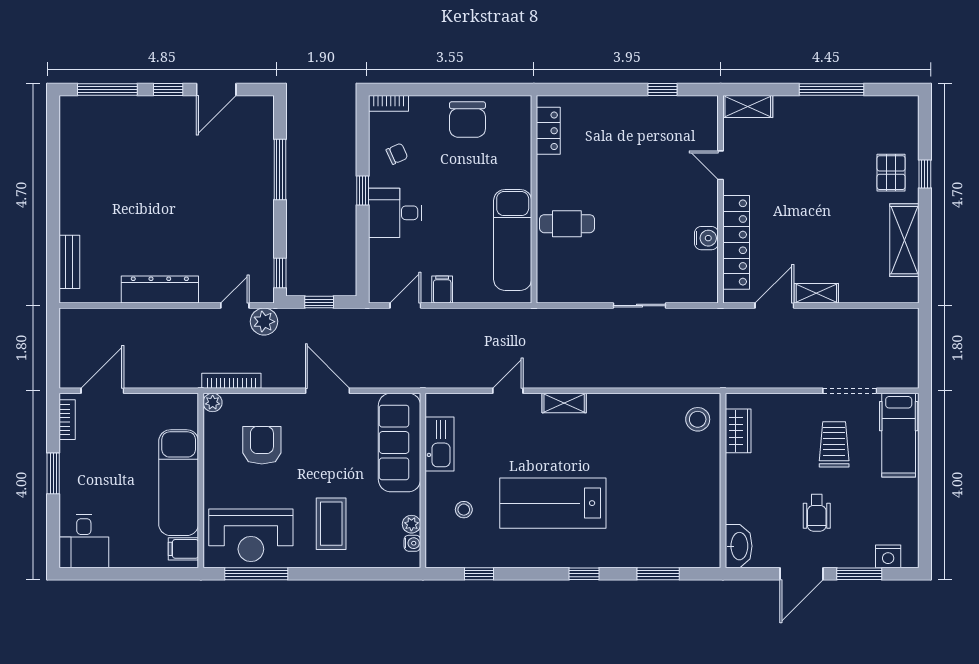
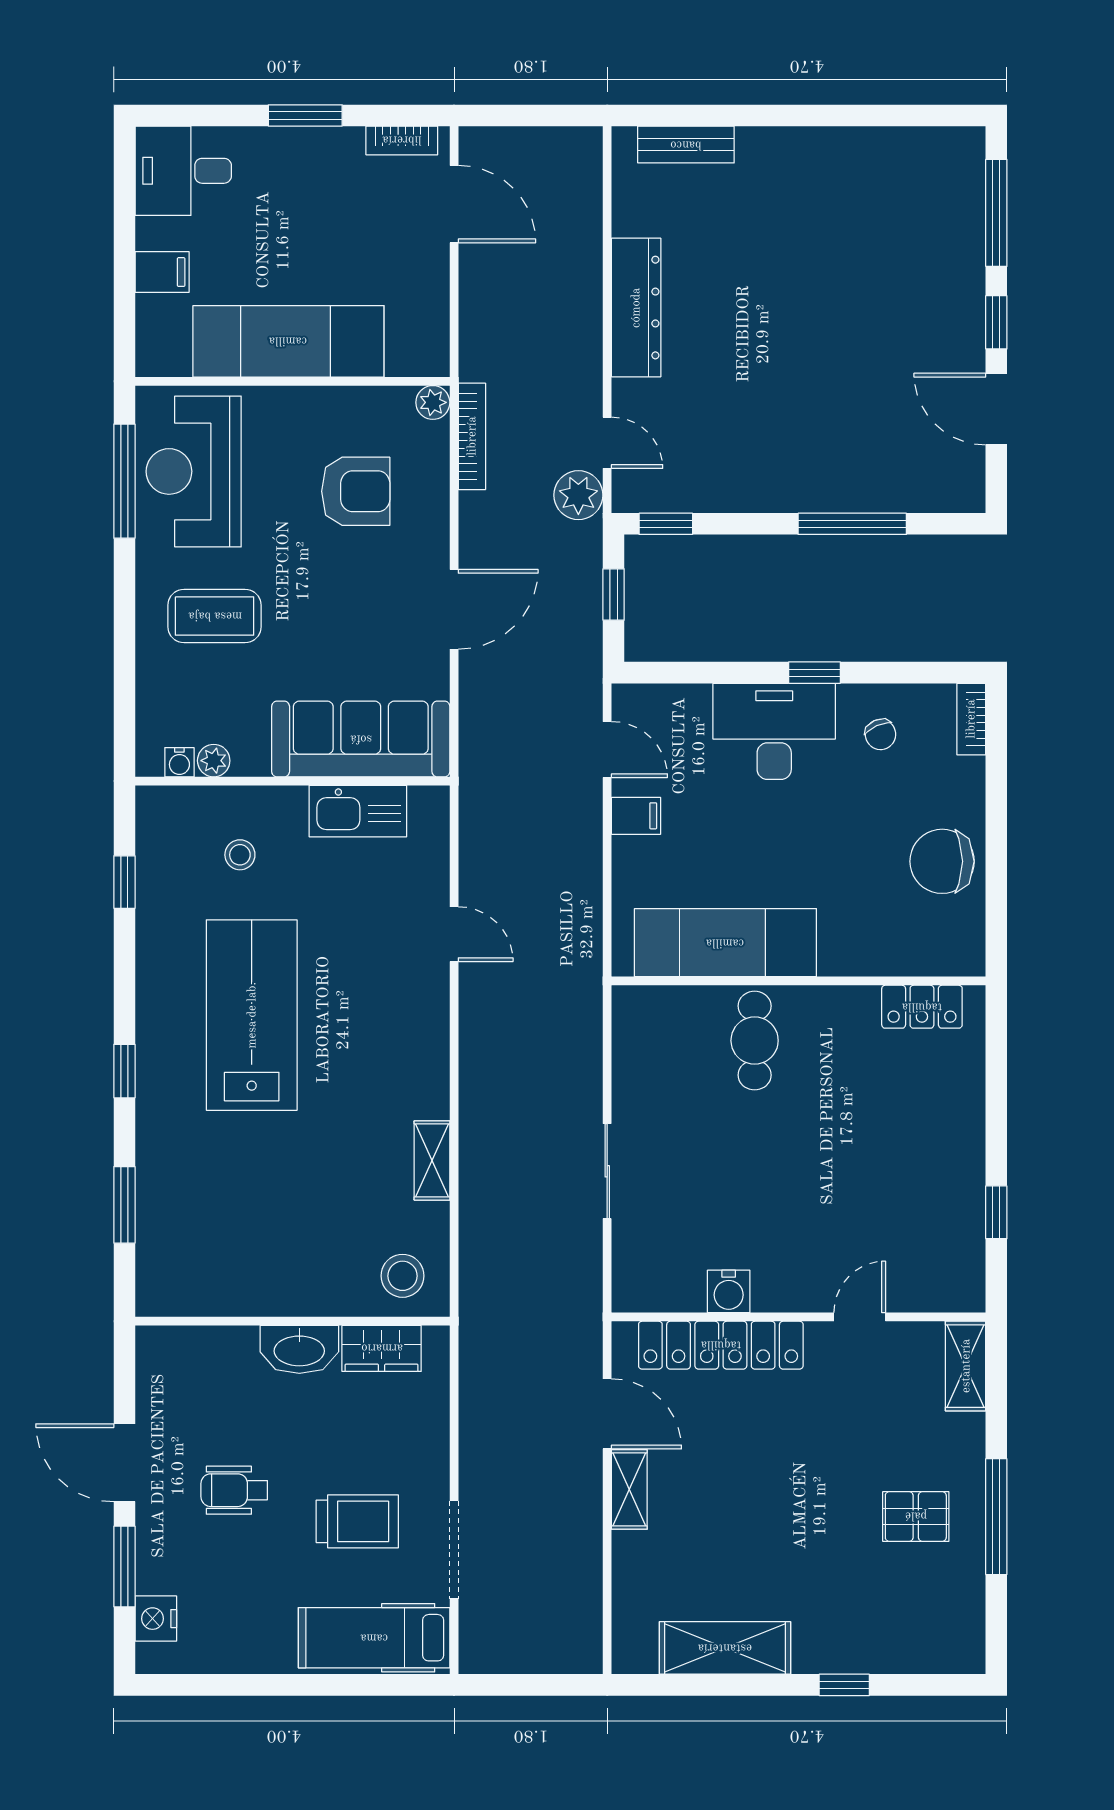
pallet: (891, 173) -> (916, 1516), moved
desk: (395, 213) -> (774, 731), width x1.37
shelving: (564, 403) -> (432, 1160), moved
washbasin: (739, 546) -> (299, 1349), moved
filing cabinet: (183, 549) -> (162, 272), moved, turned 90

